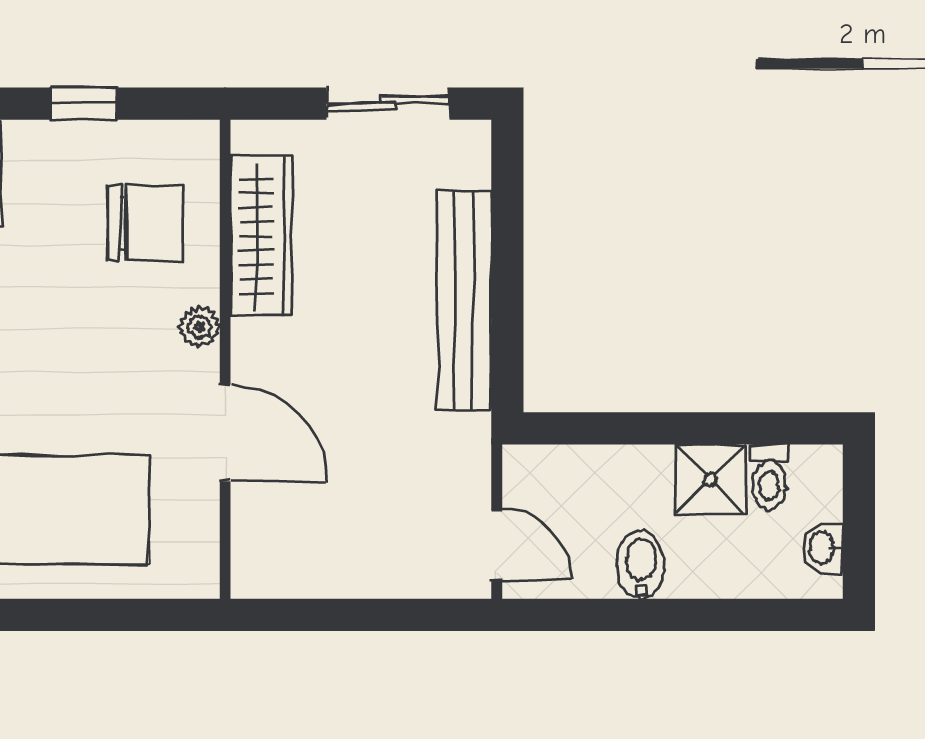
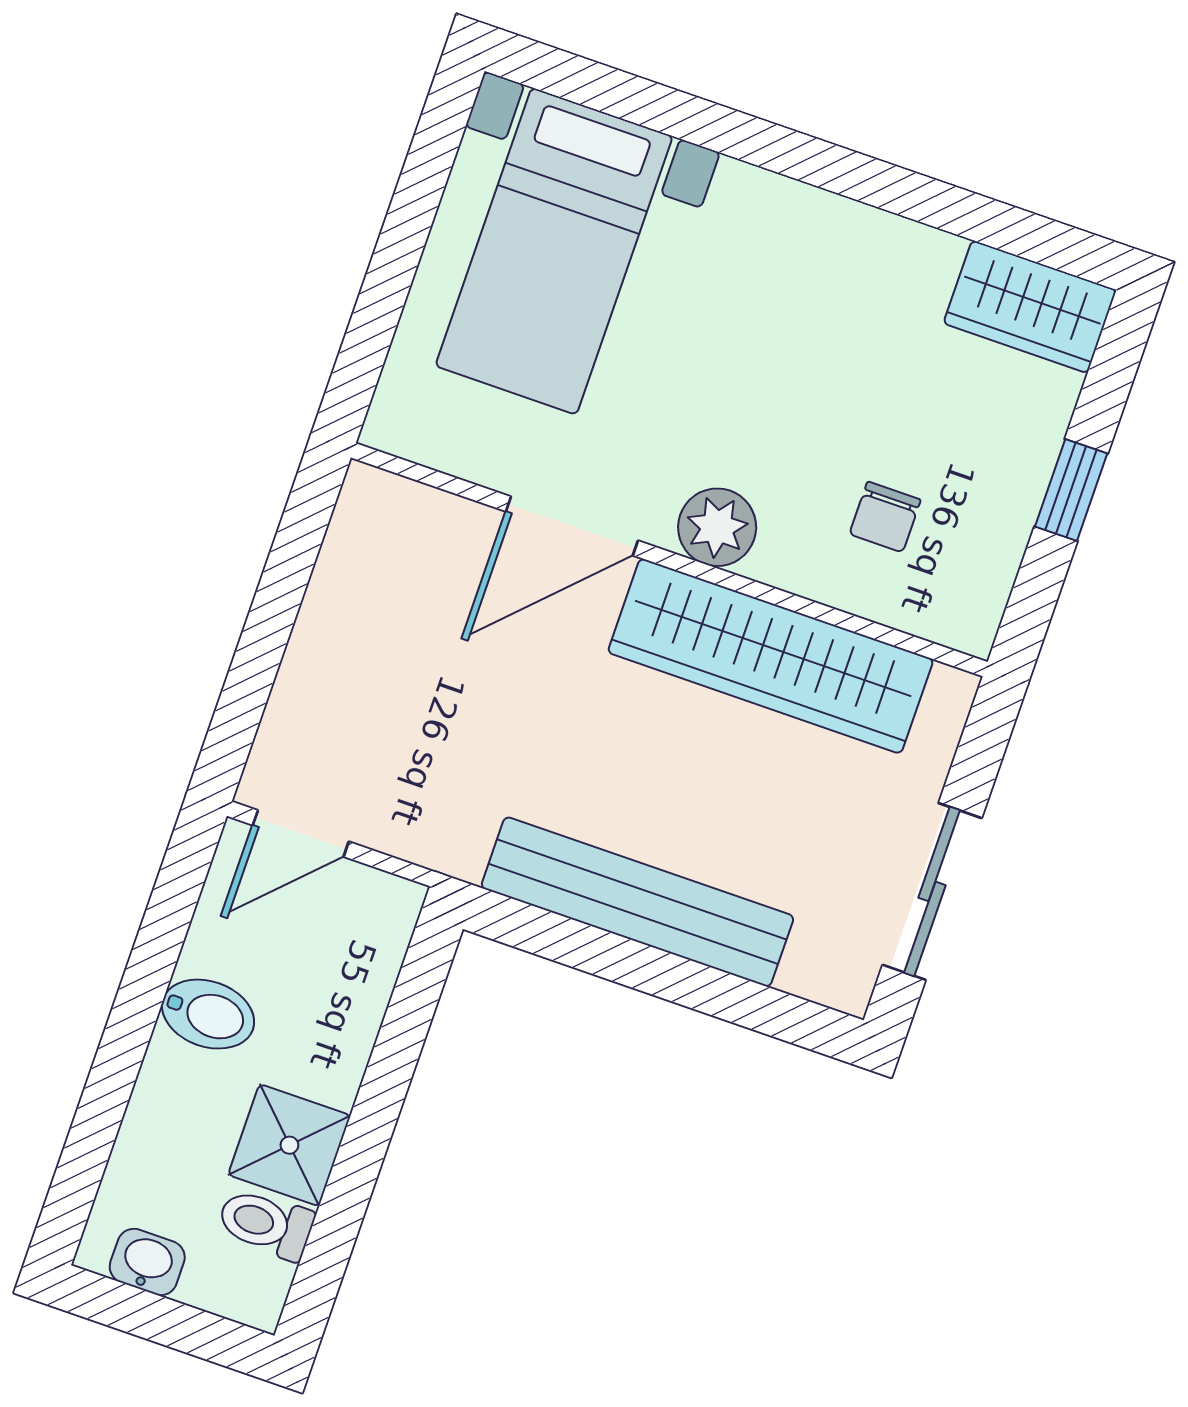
chair: (146, 223) -> (885, 517), width x0.54, depth x0.54
wardrobe: (261, 236) -> (771, 656), width x1.40, depth x1.17
plant: (200, 327) -> (717, 527), width x1.38, depth x1.38

